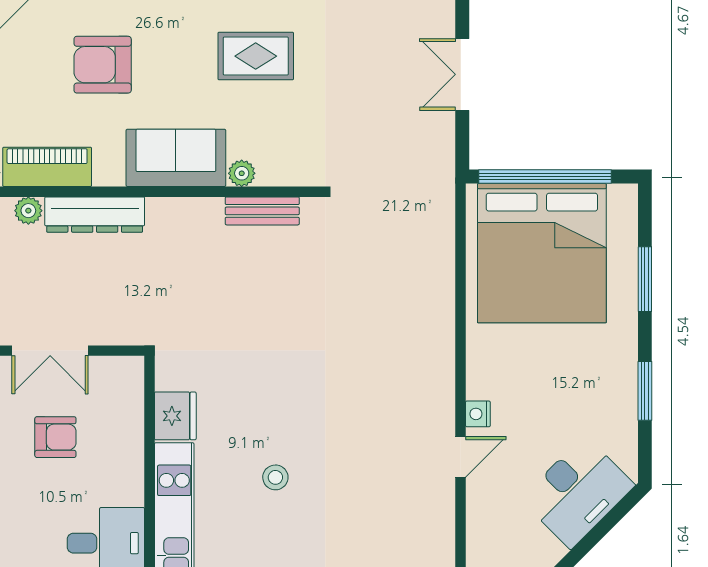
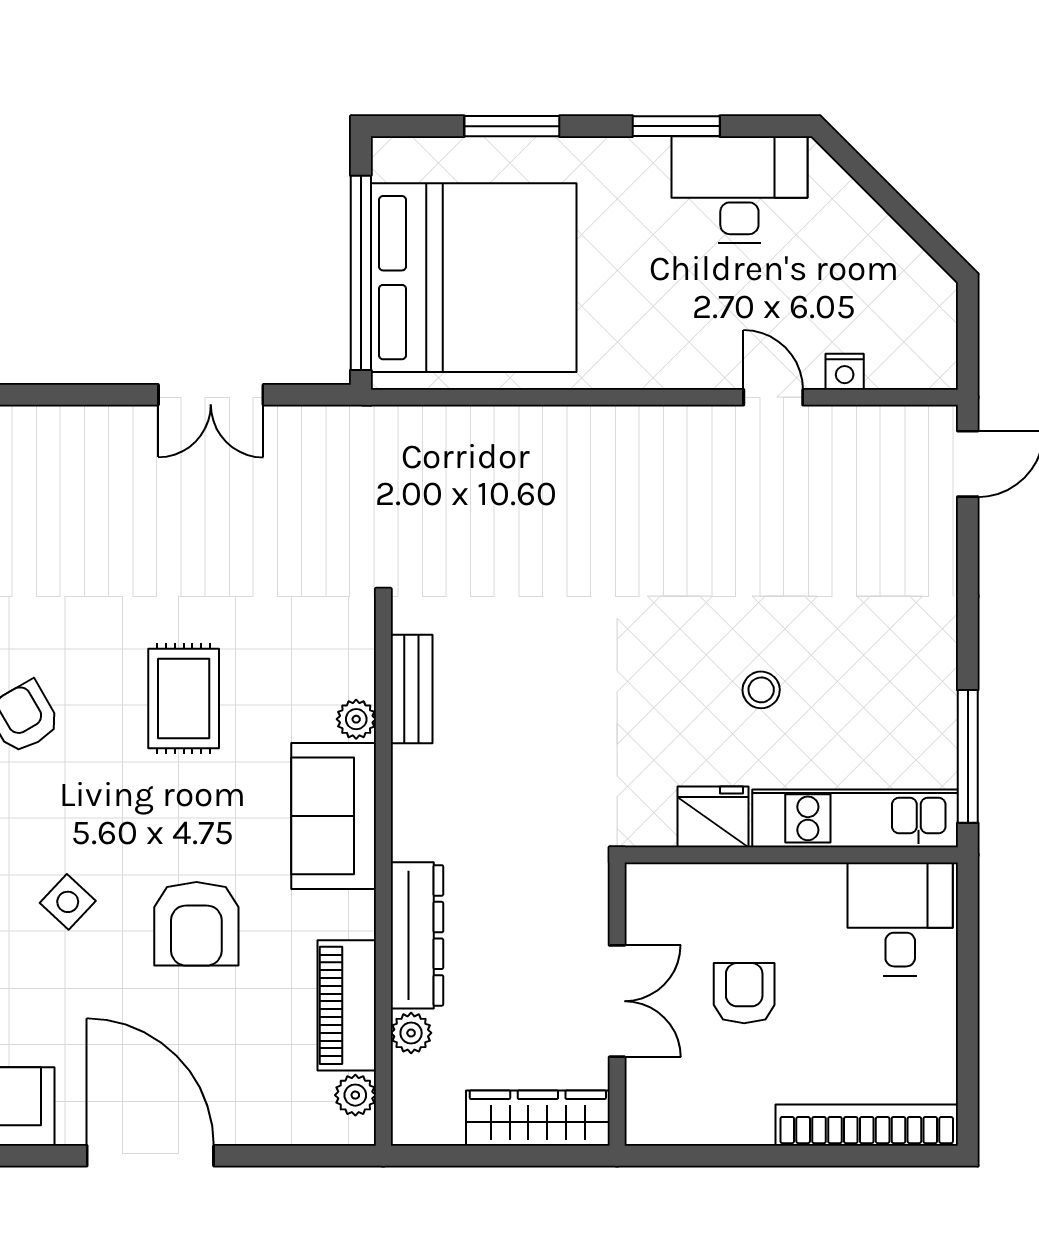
nightstand: (478, 414) -> (845, 372), moved
stool: (275, 477) -> (761, 690), moved
desk: (578, 492) -> (739, 189), moved, turned -45

